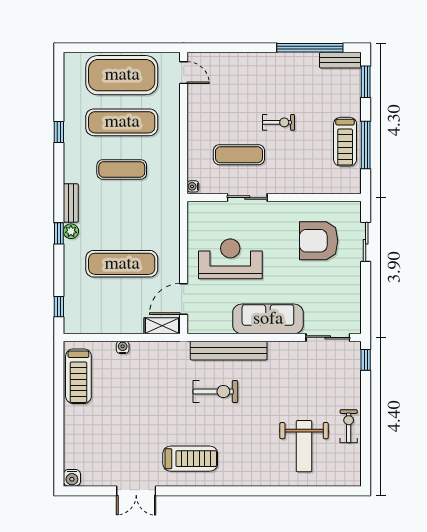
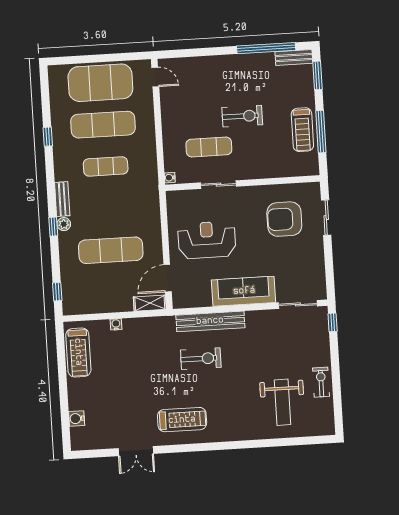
exercise bike: (278, 122) -> (242, 116), width x1.38, depth x1.39
water cooler: (72, 478) -> (77, 419), moved, turned 90

